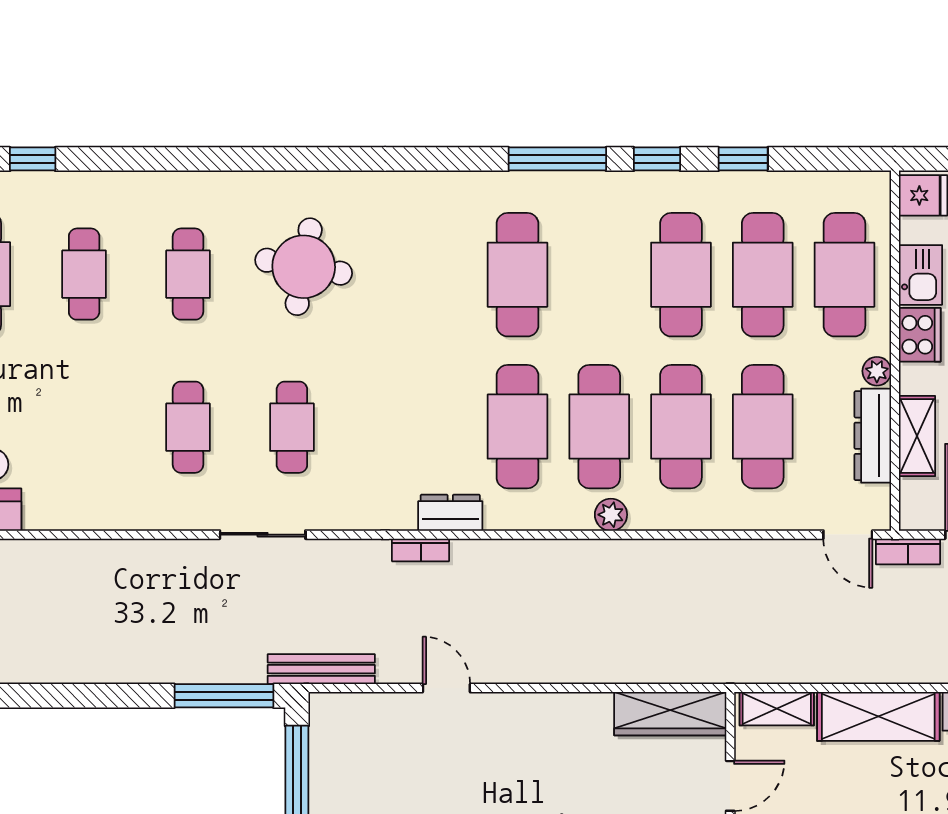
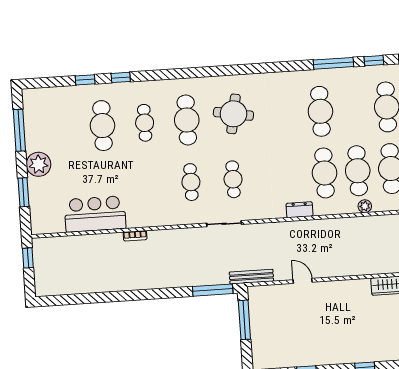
cafe table: (188, 274) -> (187, 120), width x1.37, depth x1.35
bookcase: (421, 550) -> (135, 236), moved

